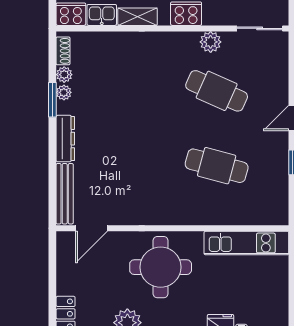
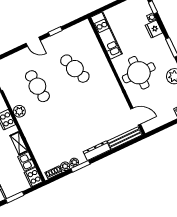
plant: (211, 42) -> (19, 111), moved
cafe table: (217, 91) -> (37, 86), turned -30
cafe table: (217, 166) -> (75, 69), turned -36

